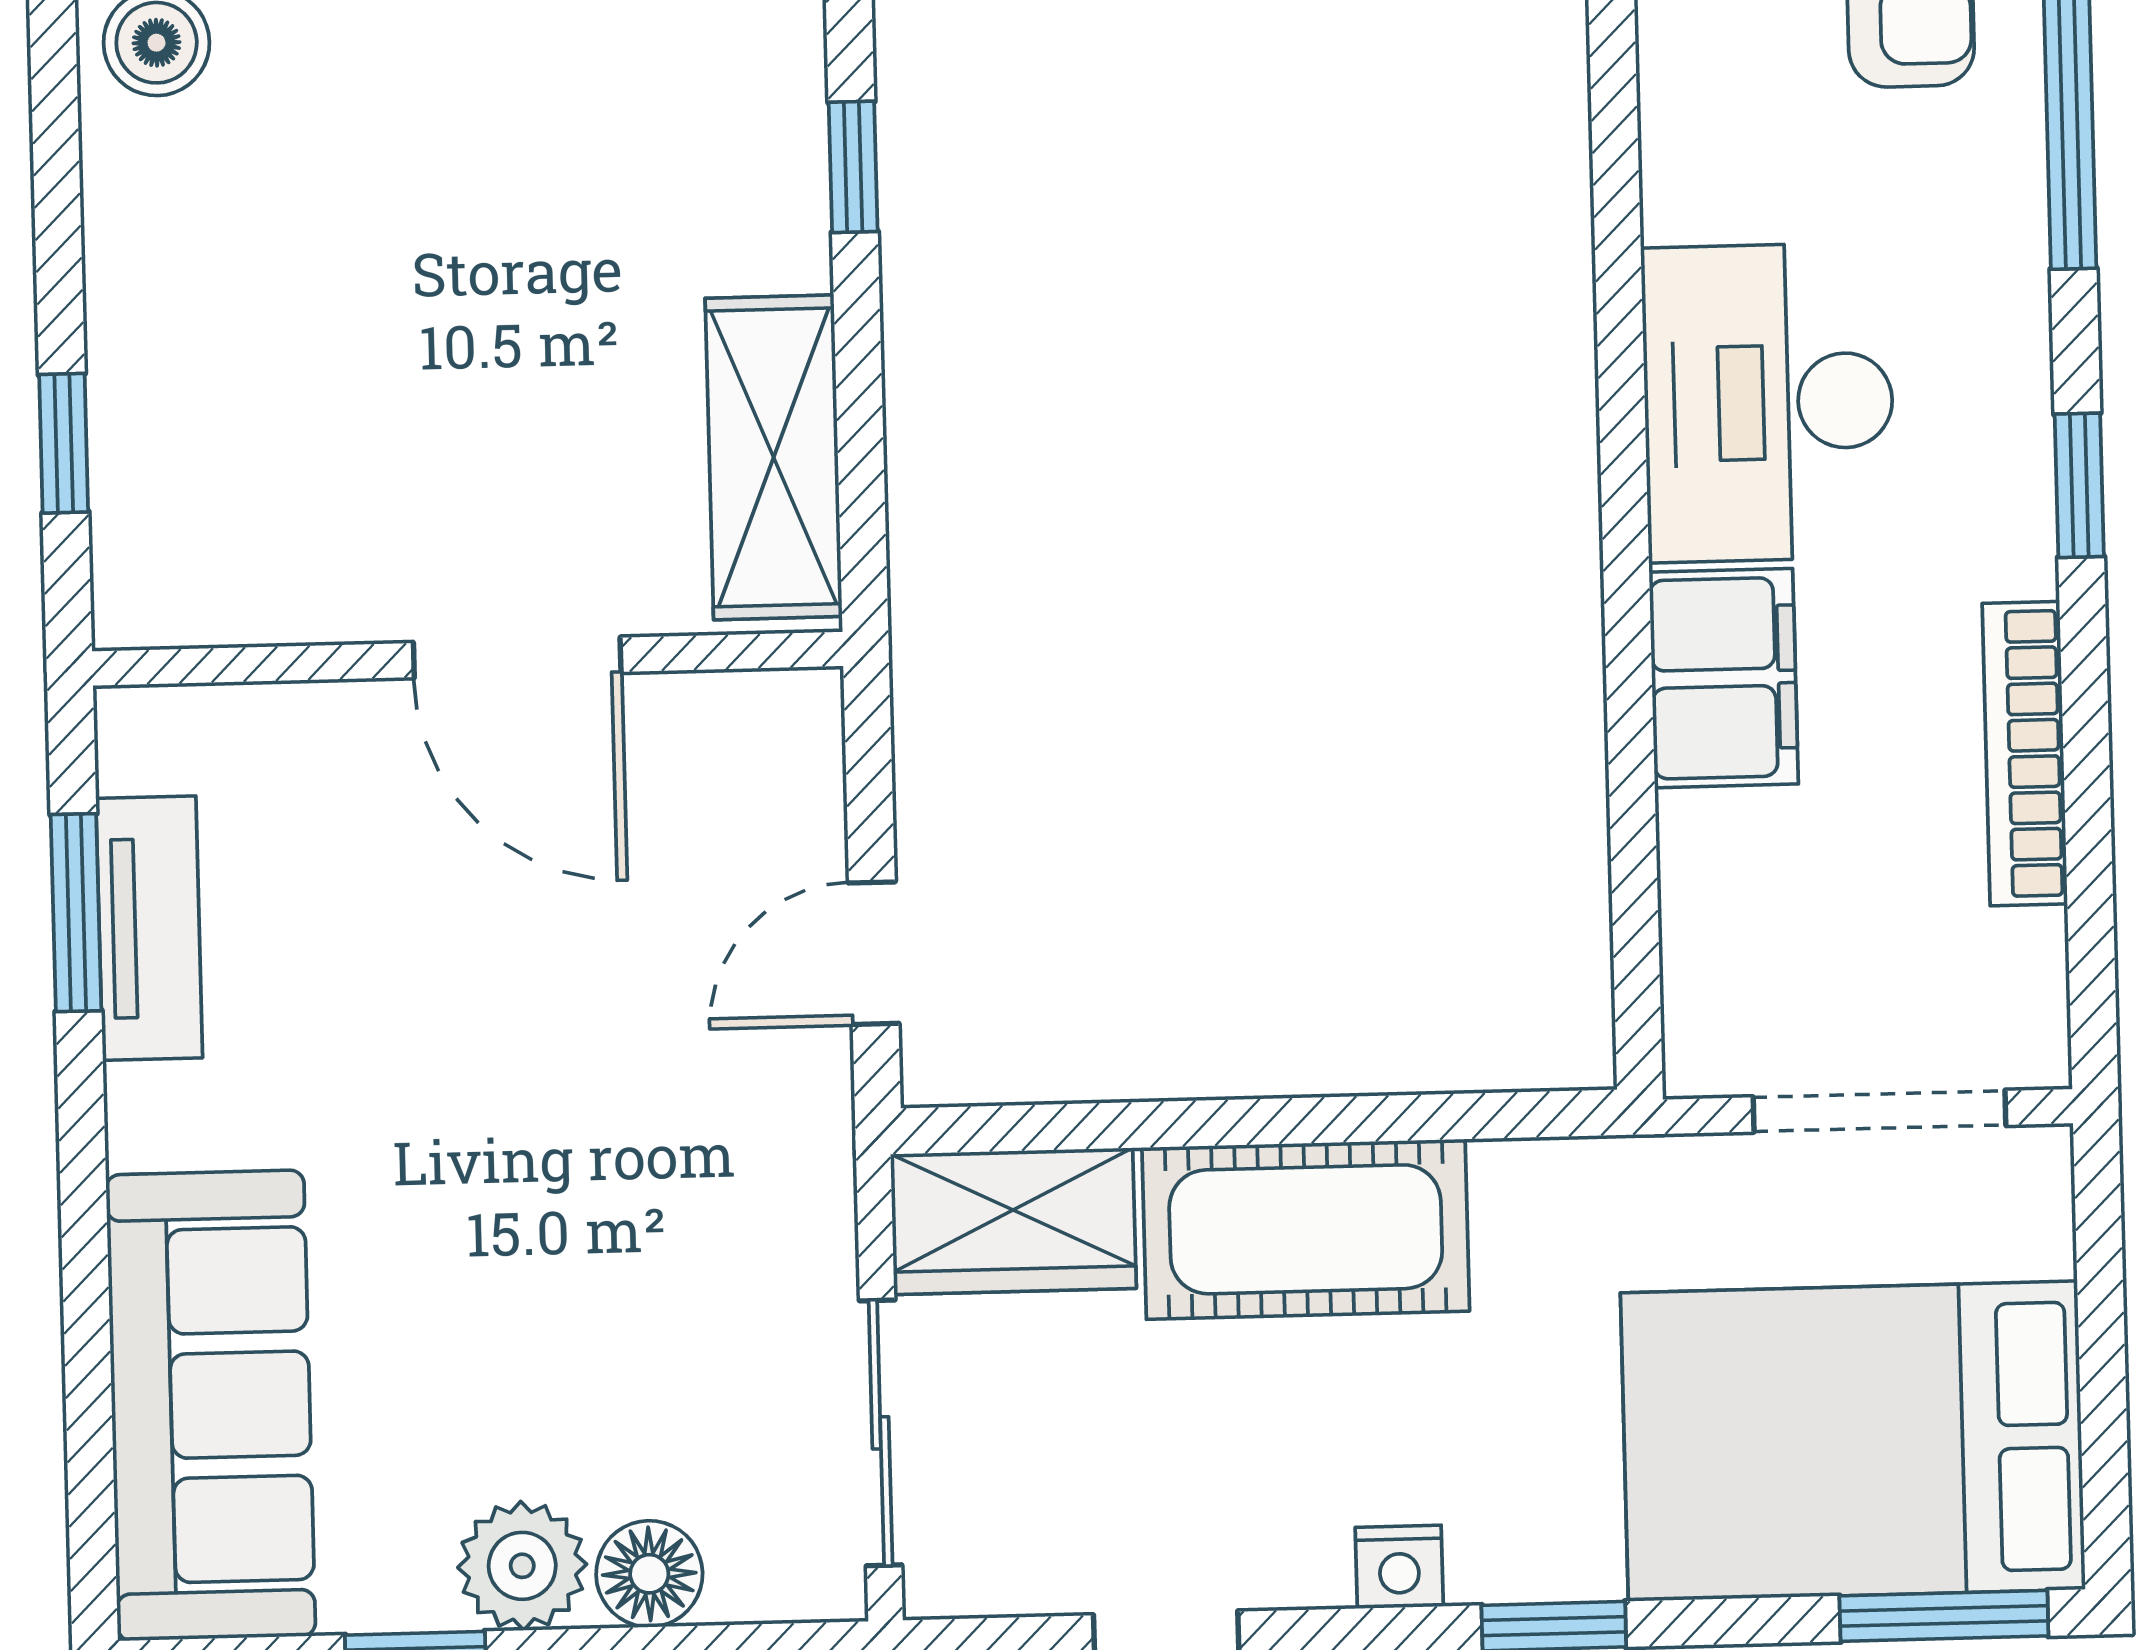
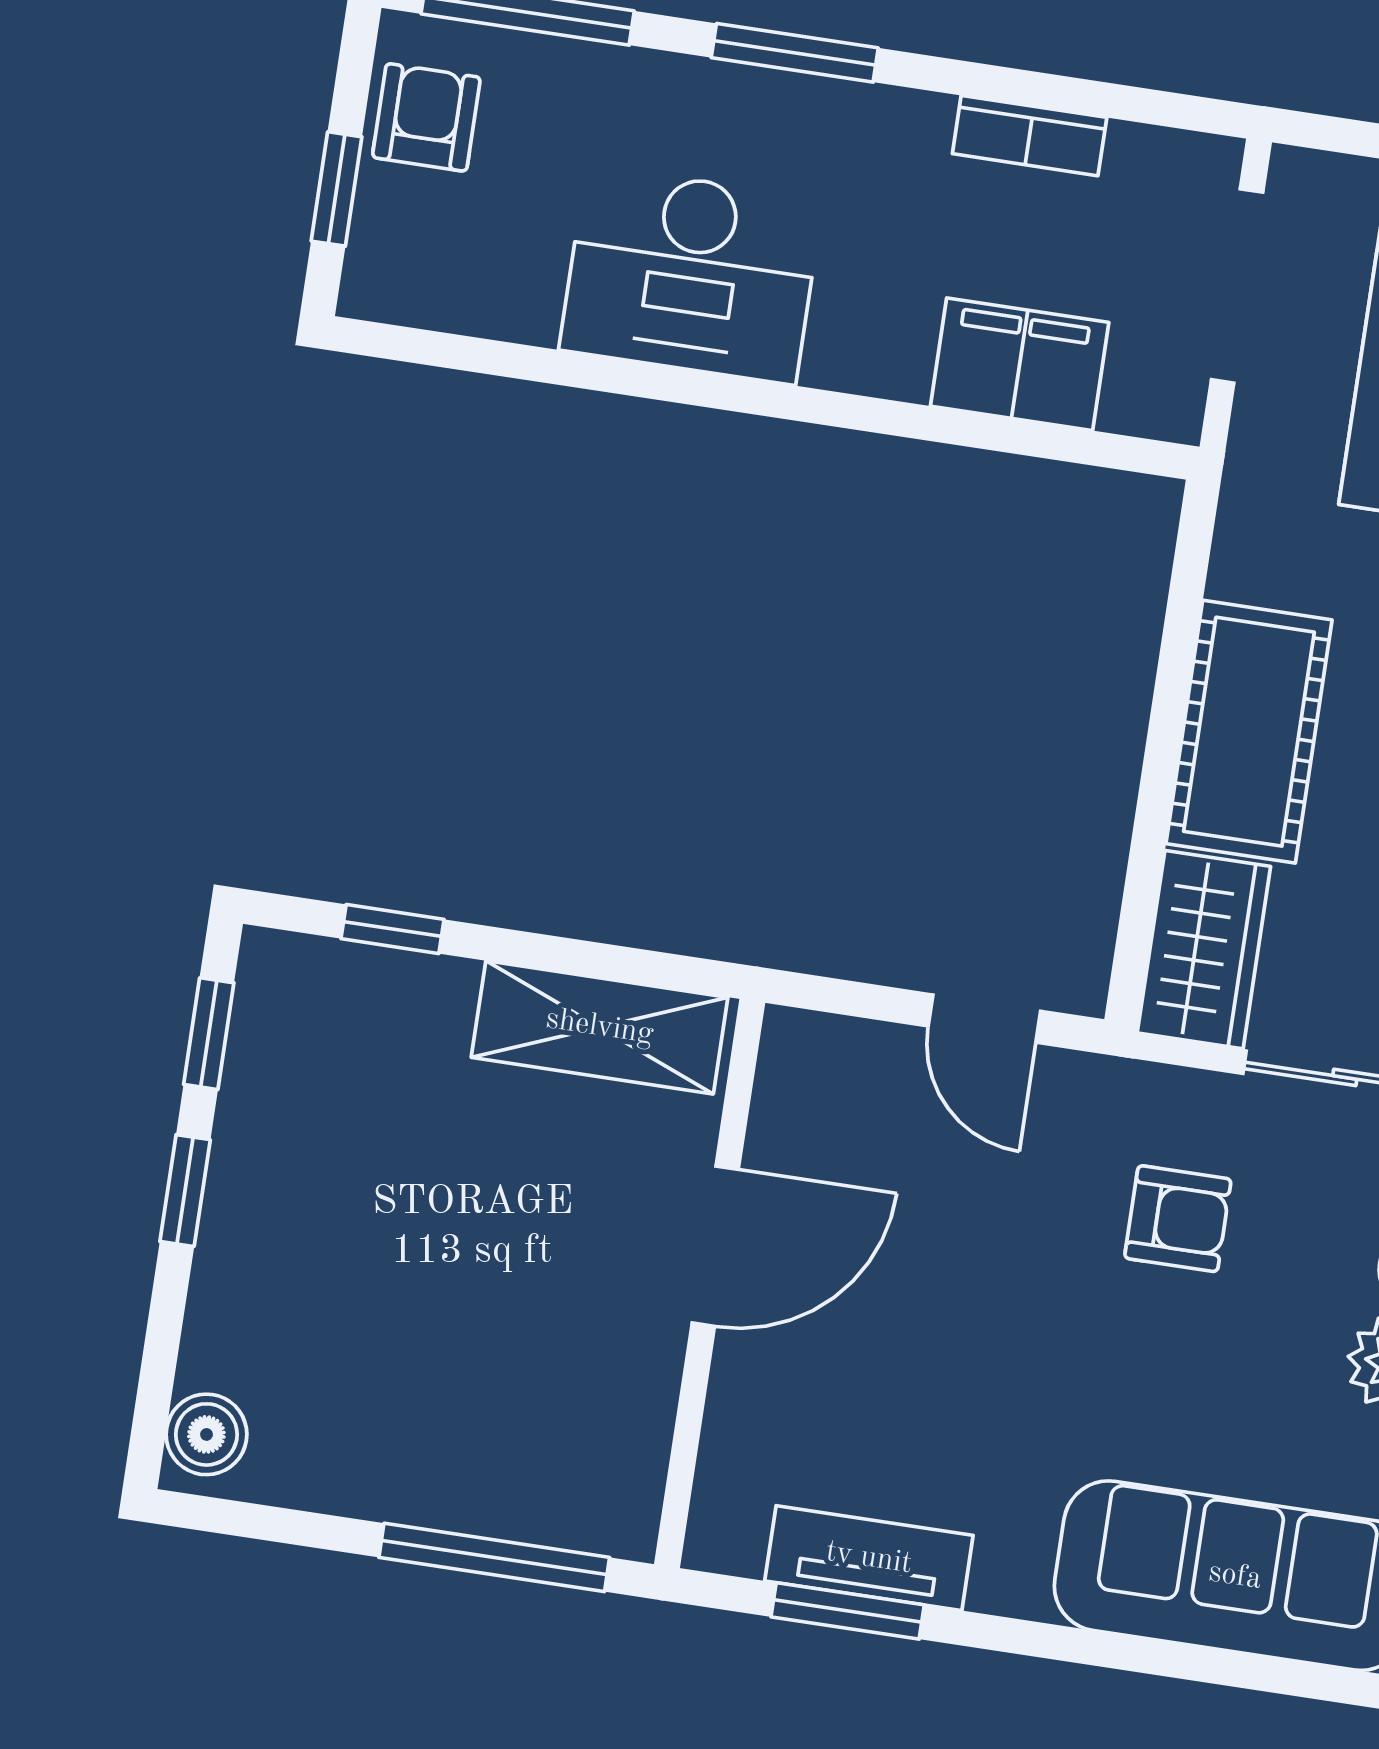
window: (64, 443) -> (494, 1557), width x2.17
window: (2079, 485) -> (795, 53), width x1.50
filing cabinet: (1724, 678) -> (1020, 364), moved
bookcase: (2025, 754) -> (1030, 136), width x0.64
armchair: (659, 1249) -> (1178, 1219), added

